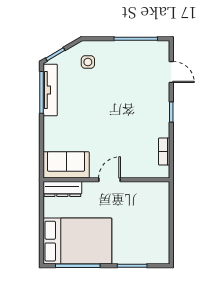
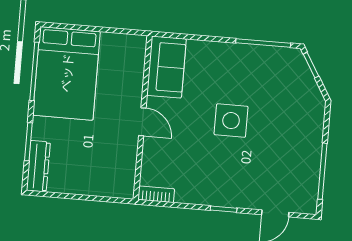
side table: (88, 62) -> (231, 121), moved, width x1.87, depth x1.87
tv unit: (50, 90) -> (265, 54), removed
bookcase: (164, 151) -> (156, 194), moved
dresser: (62, 189) -> (38, 166), moved, turned 180

